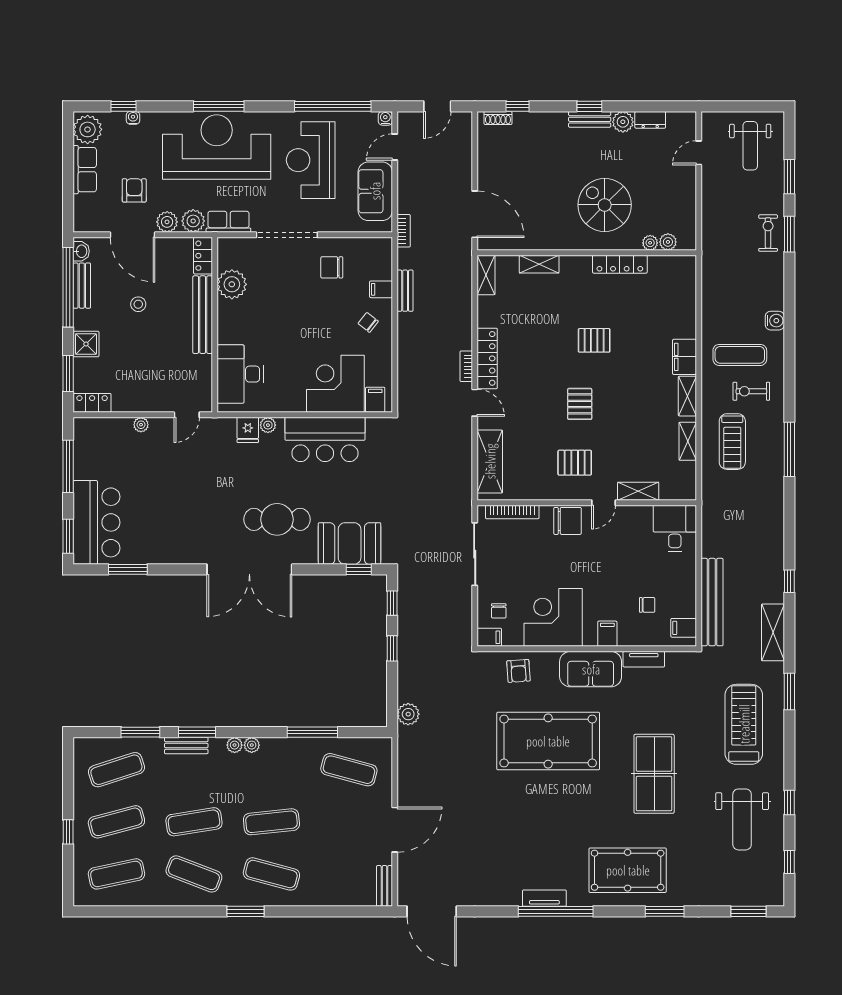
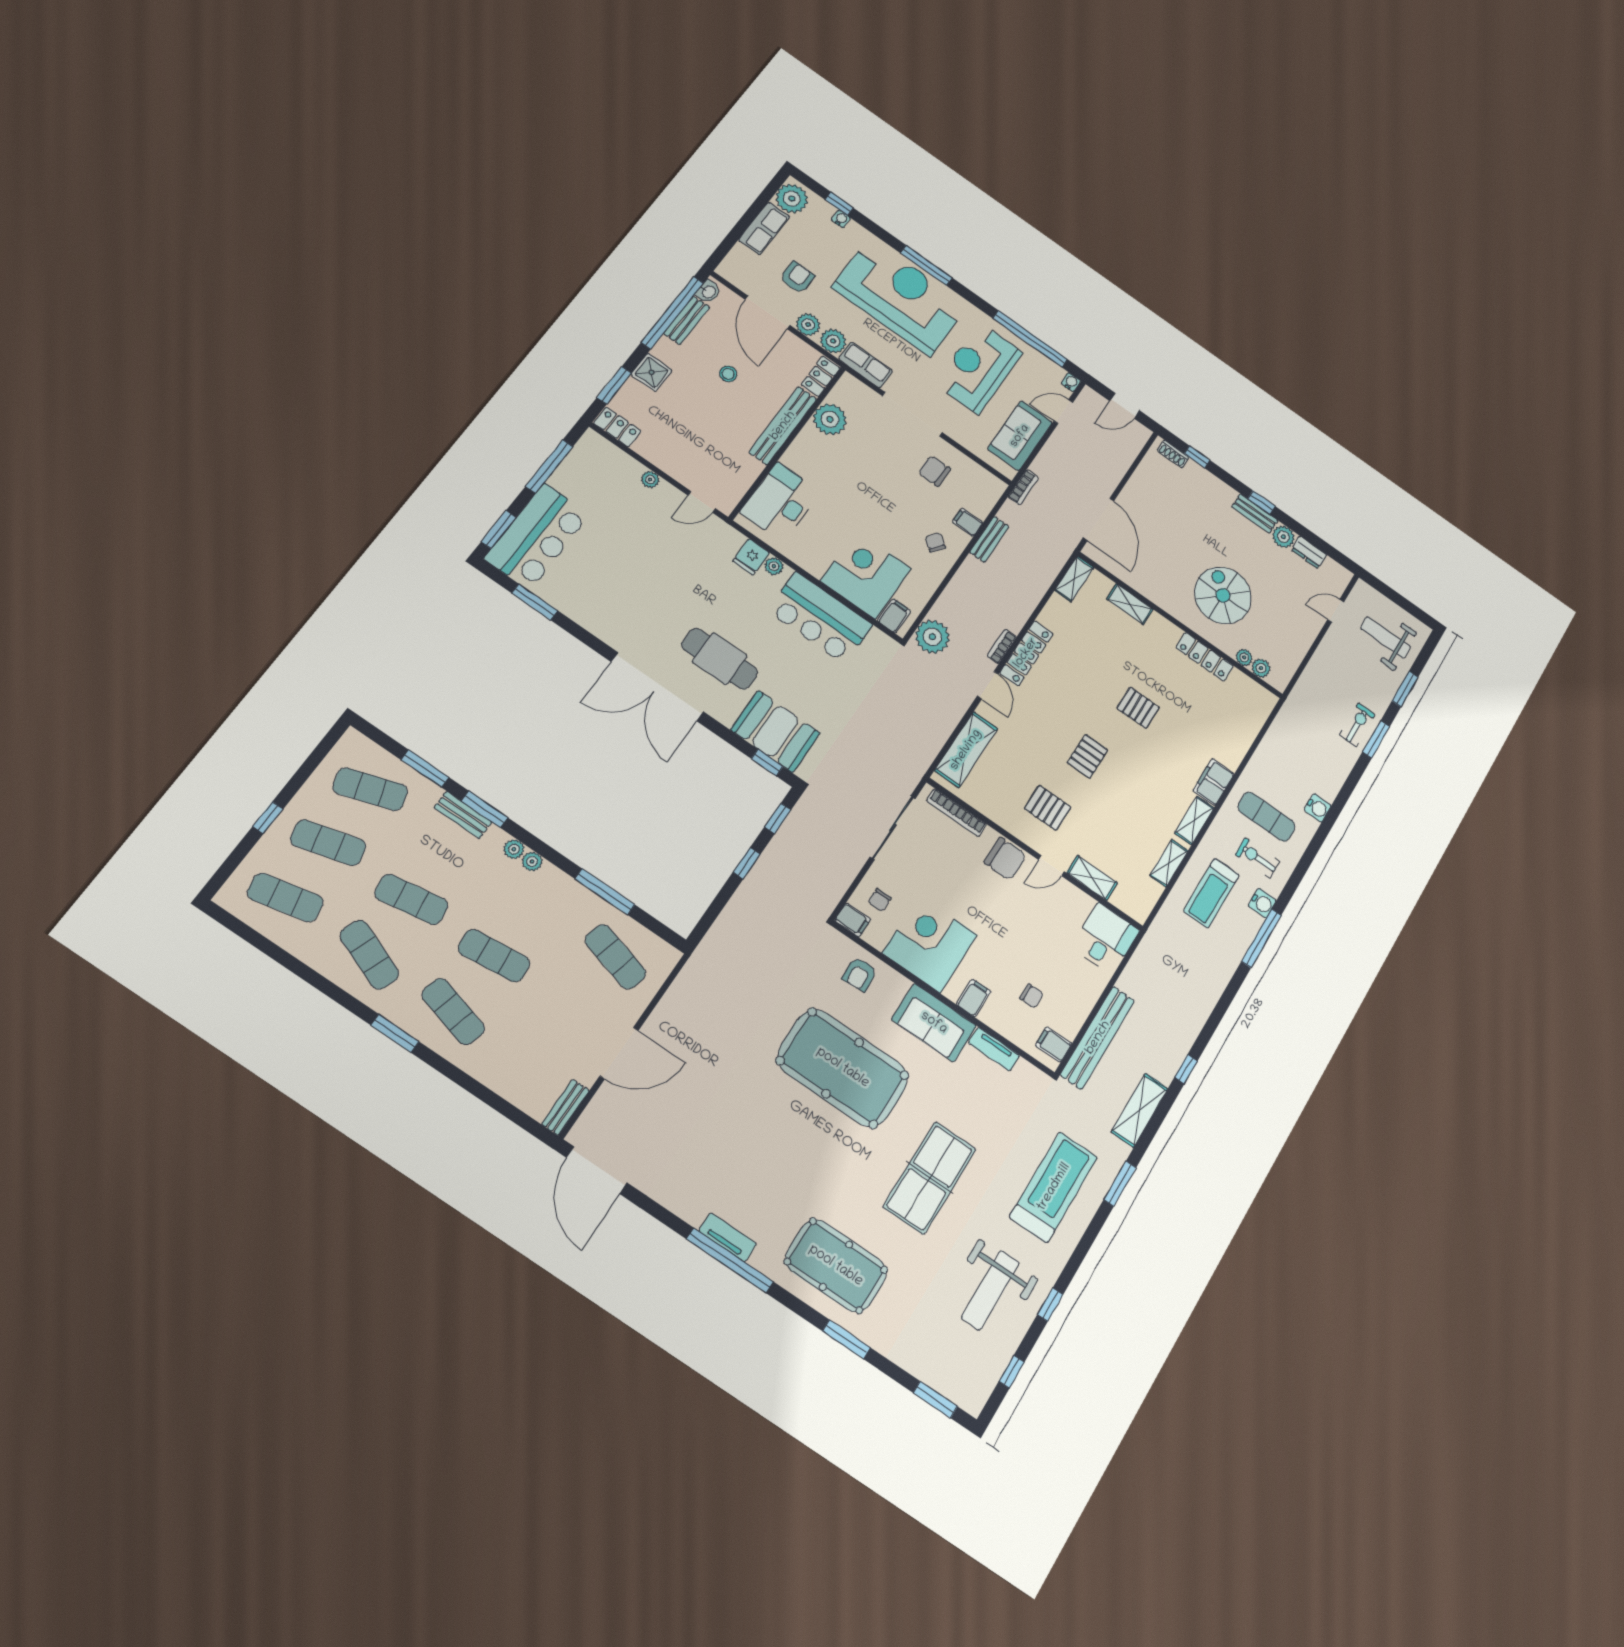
weight bench: (750, 146) -> (1386, 638), turned 90
water cooler: (775, 423) -> (1262, 903), added
plant: (408, 714) -> (932, 637), moved, width x1.36, depth x1.36

